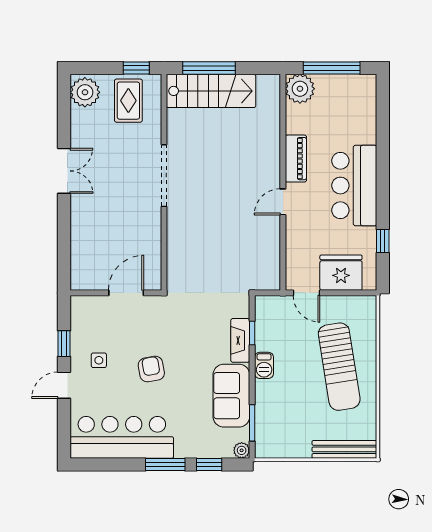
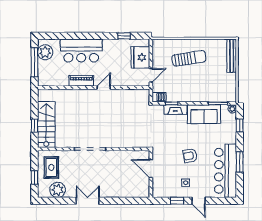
window: (136, 68) -> (34, 177), moved
window: (209, 68) -> (34, 126), width x0.46
plant: (300, 89) -> (45, 52), moved
plant: (85, 92) -> (58, 190), moved
rug: (128, 101) -> (51, 167), turned 90
bar counter: (354, 186) -> (81, 51), moved
door: (283, 202) -> (104, 88), swing flipped
barbecue: (264, 365) -> (159, 97), moved
sun lounger: (339, 367) -> (189, 58), width x0.73, depth x0.75
window: (165, 465) -> (240, 162), moved

